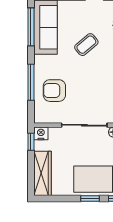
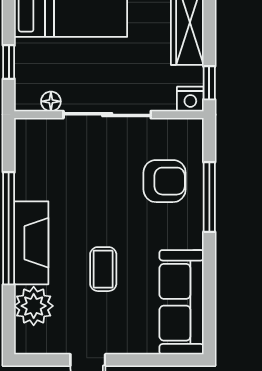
window: (31, 27) -> (209, 303), removed
coffee table: (86, 45) -> (103, 269), turned -50

